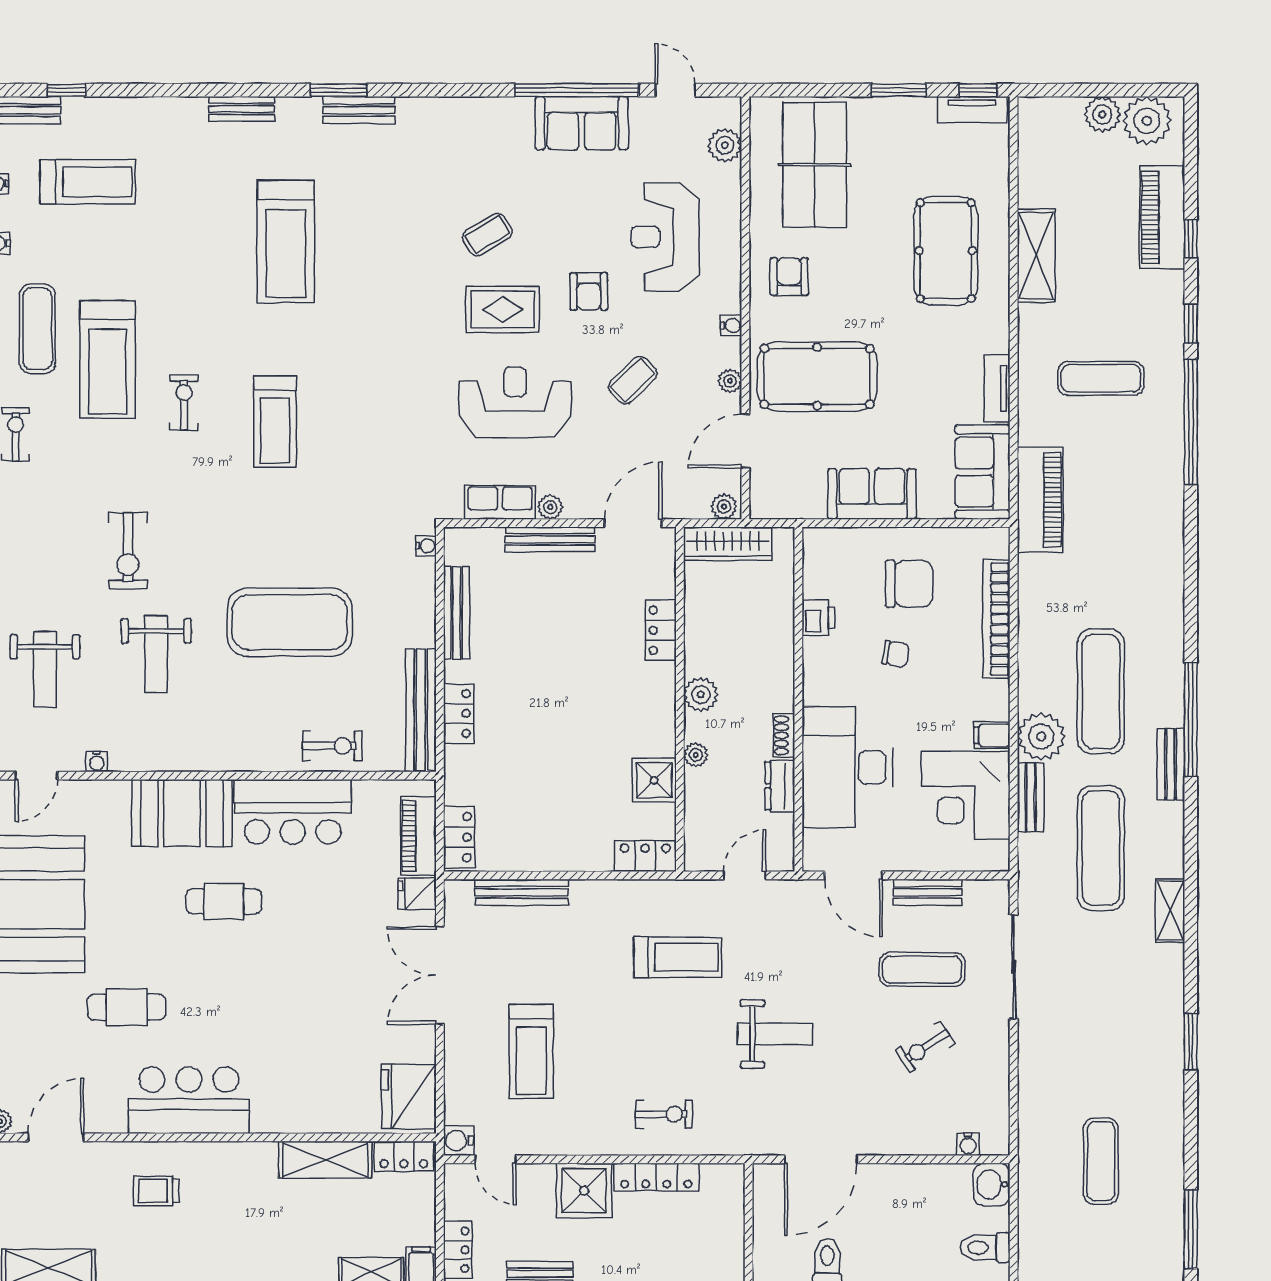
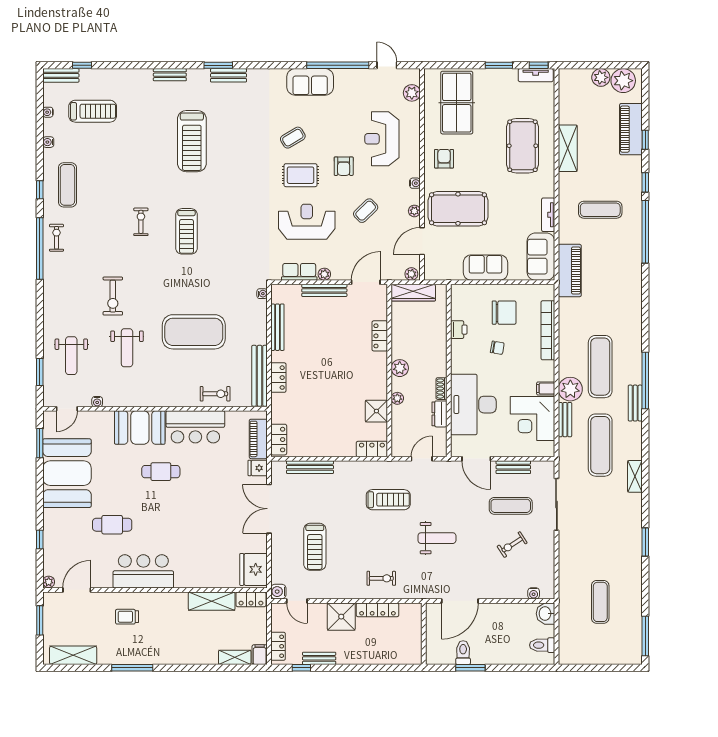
sofa: (582, 123) -> (310, 82), moved
treadmill: (108, 360) -> (103, 200), removed

